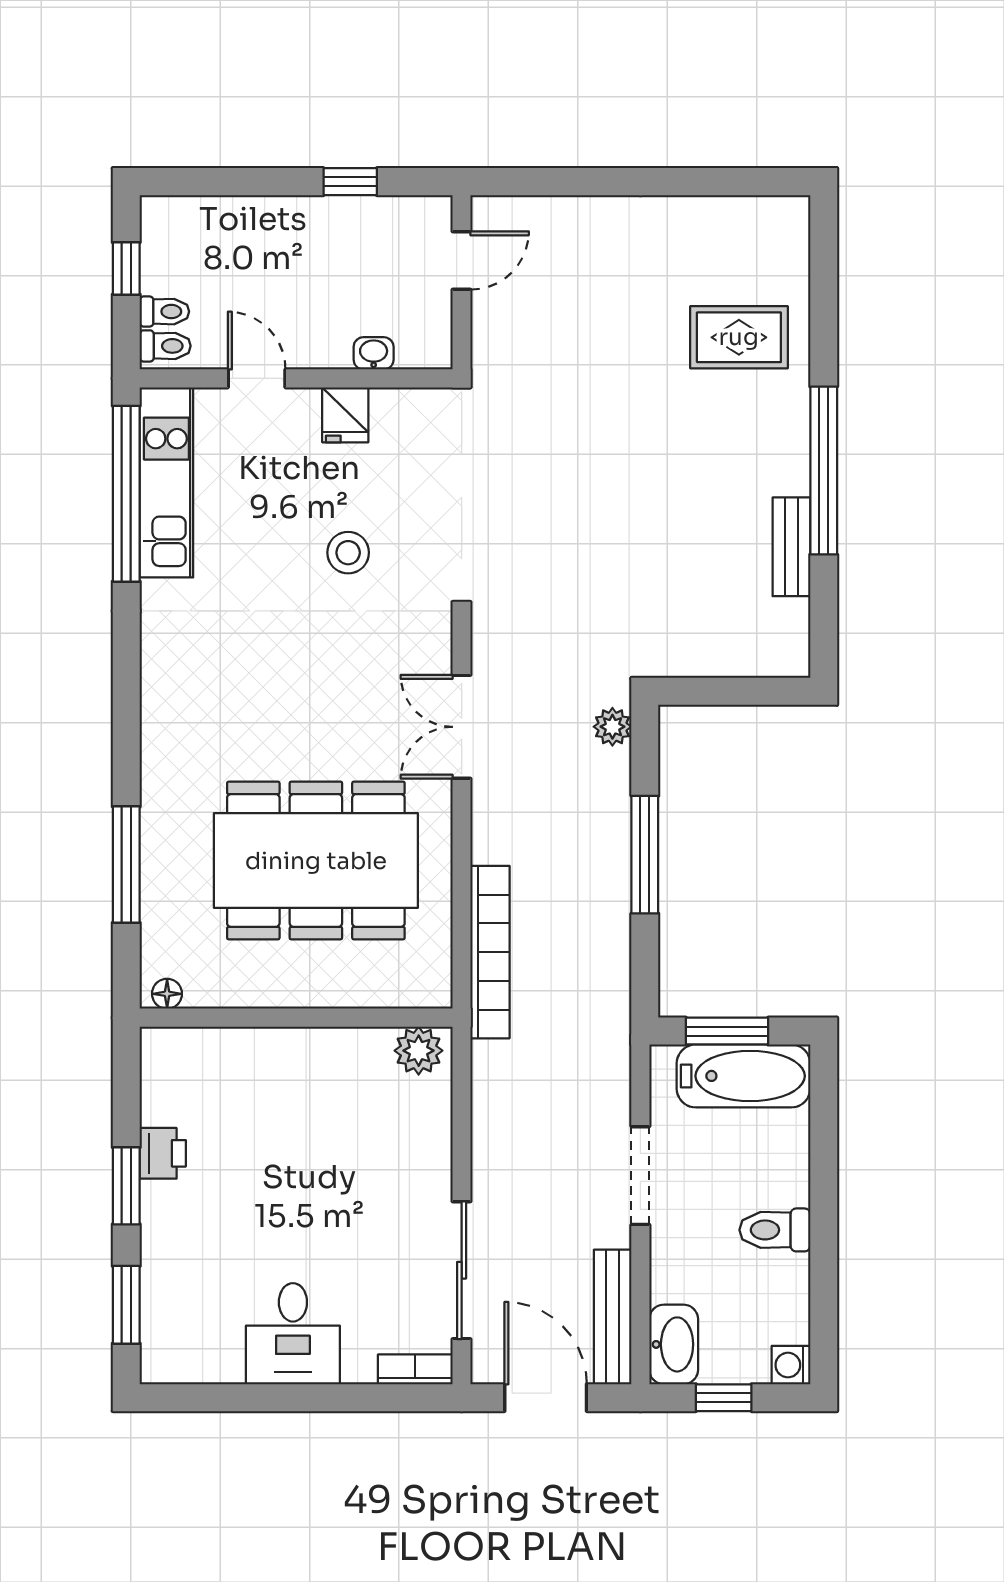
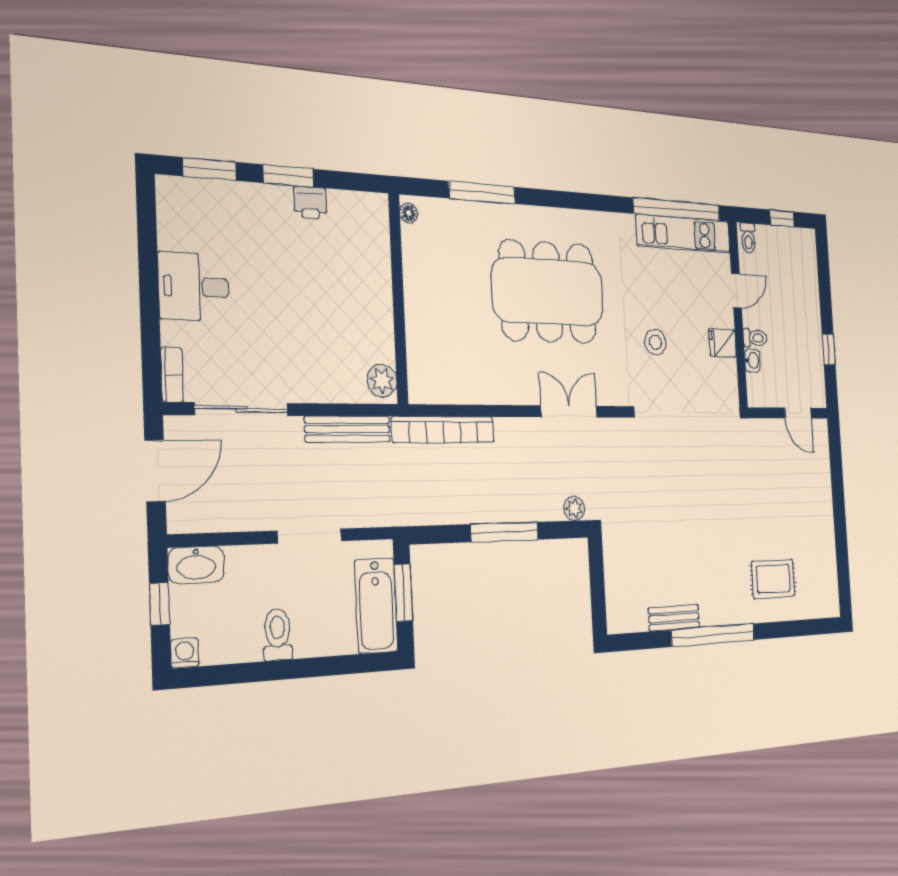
toilet: (164, 312) -> (755, 338), moved, turned -90
rug: (739, 337) -> (773, 579), turned 90
dining table: (316, 861) -> (548, 292), moved, turned 90
bench: (613, 1317) -> (348, 429), moved

